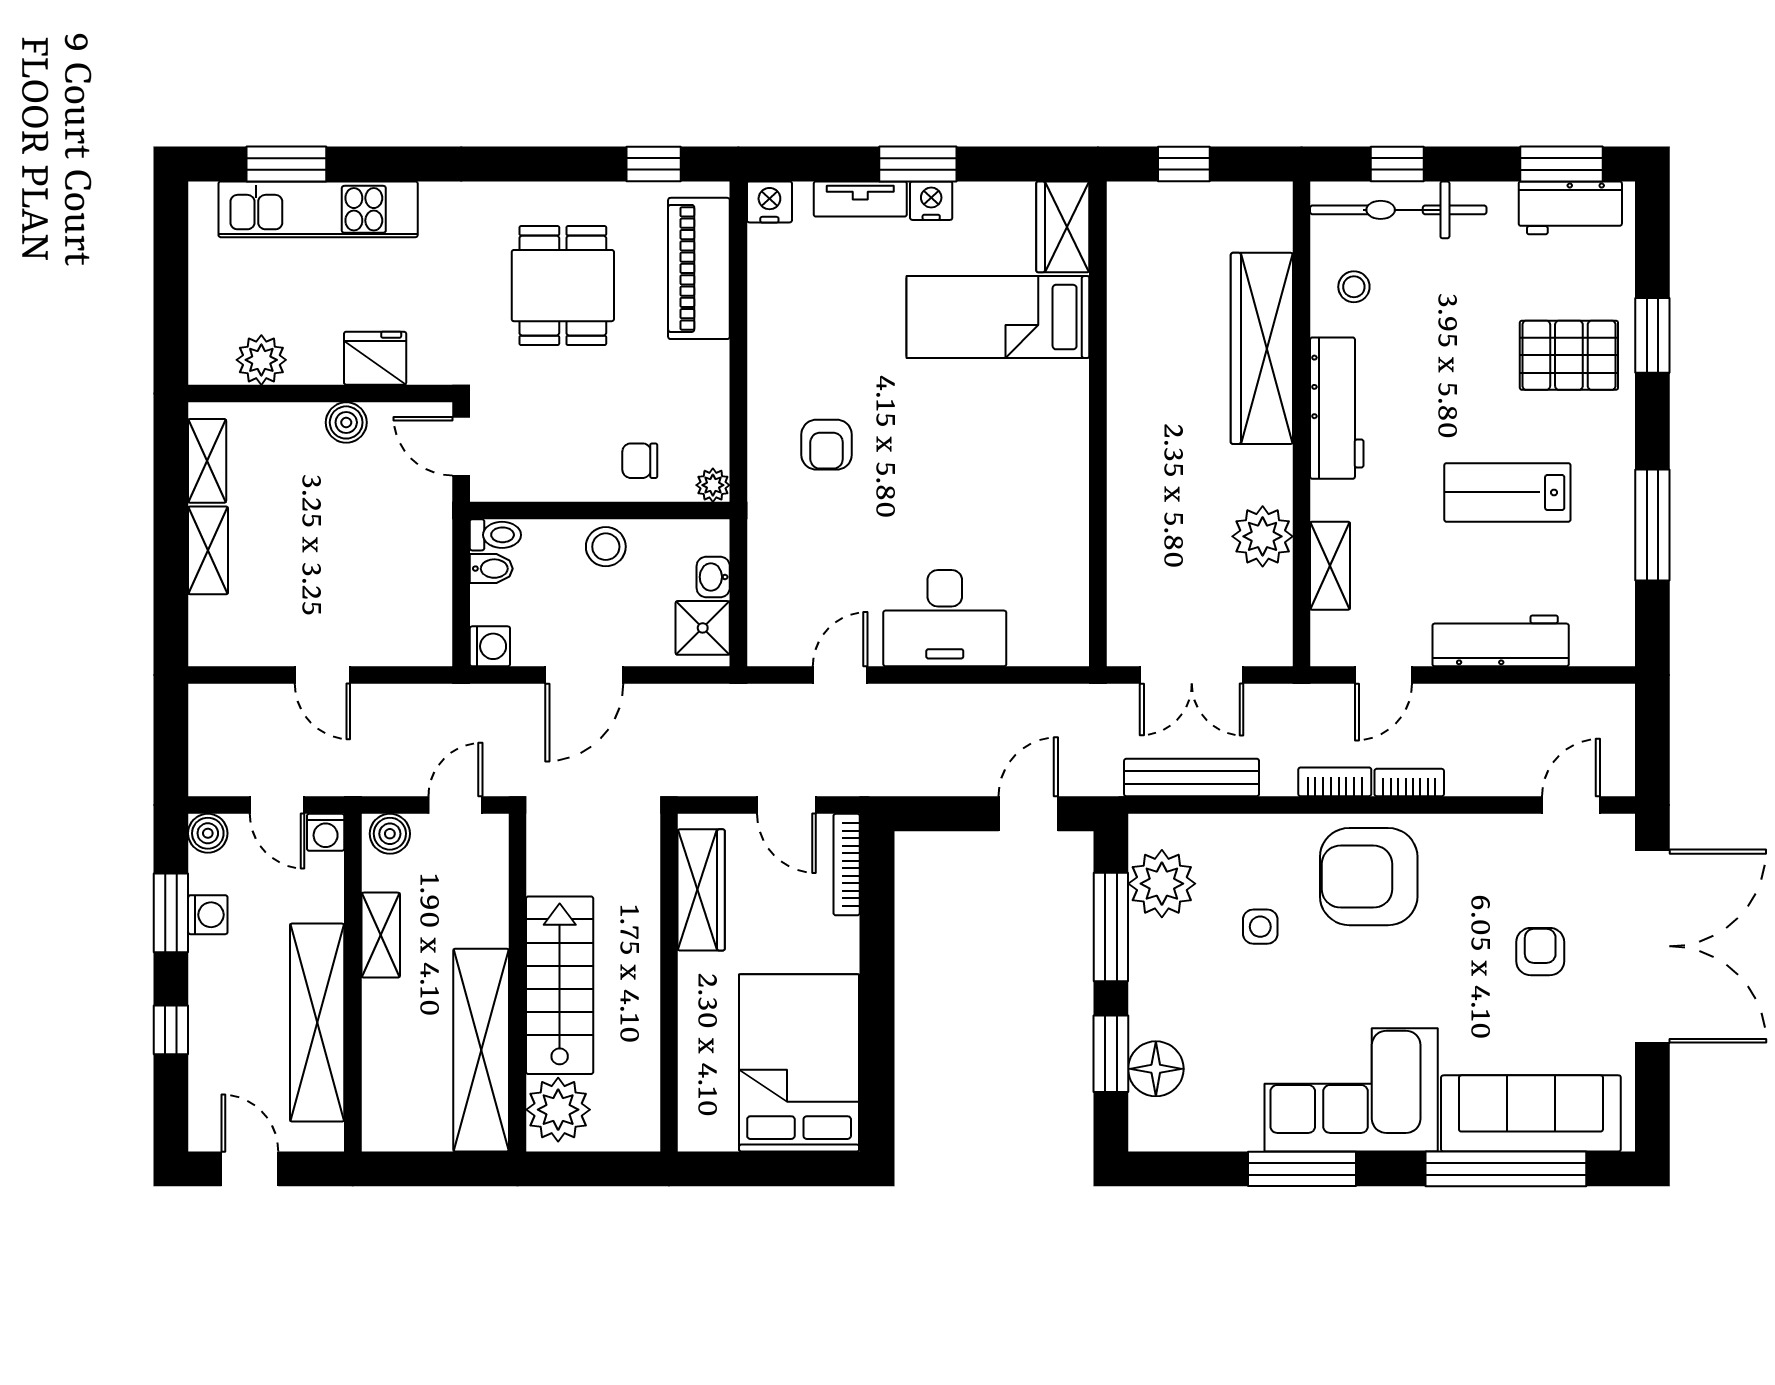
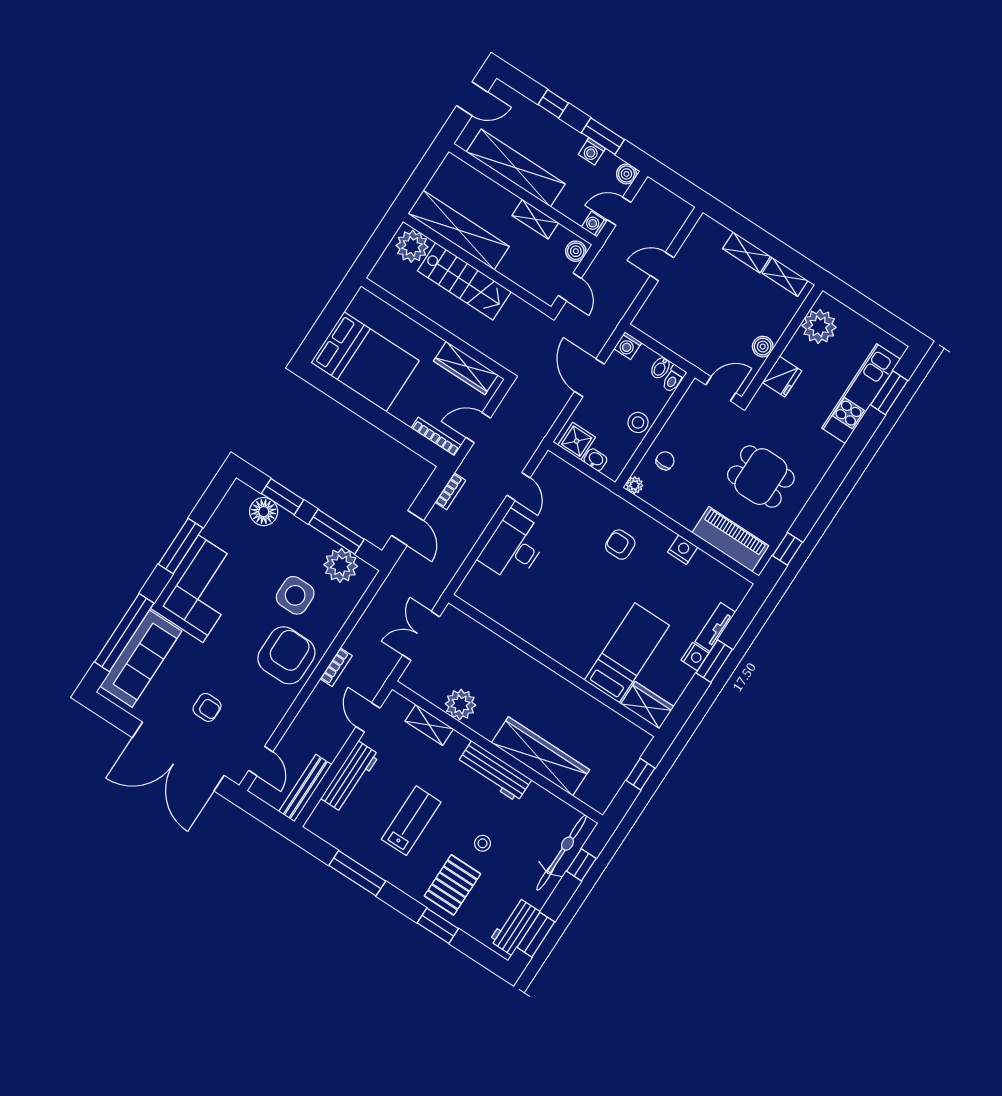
nightstand: (769, 202) -> (683, 550), moved, turned -90
stool: (1354, 287) -> (483, 843), moved
plant: (261, 360) -> (819, 326), width x1.36, depth x1.36
bench: (1192, 777) -> (305, 788), moved
bookcase: (1409, 783) -> (450, 491), moved
side table: (1260, 927) -> (295, 595), width x1.87, depth x1.87

